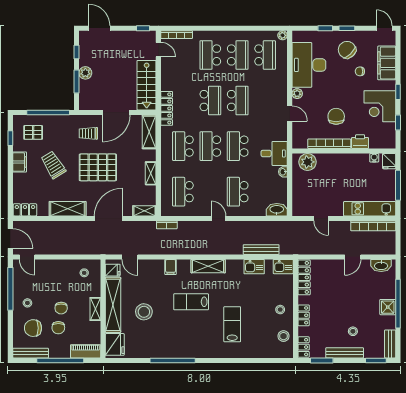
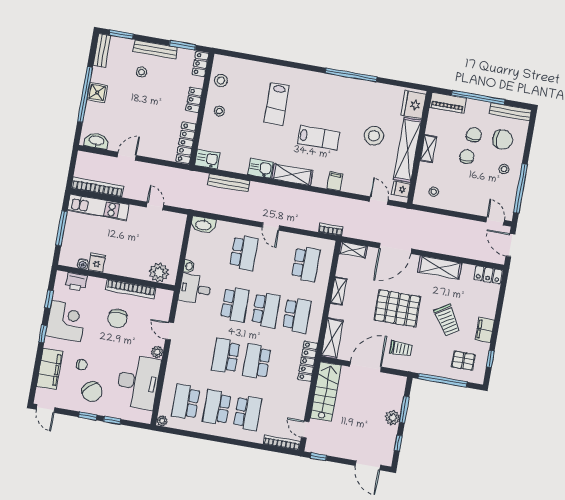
printer: (360, 142) -> (76, 282), moved
fridge: (389, 161) -> (97, 263), moved
kitchen sink: (254, 267) -> (261, 168), moved

